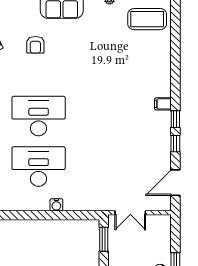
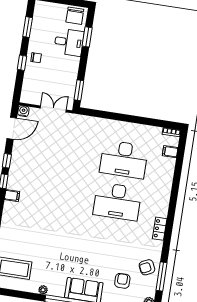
armchair: (35, 45) -> (122, 281), moved
water cooler: (56, 205) -> (23, 111), moved

